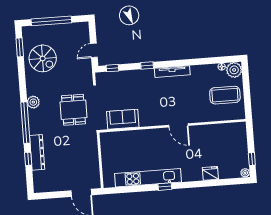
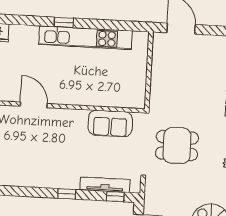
tv unit: (172, 72) -> (105, 185), moved
dining table: (73, 110) -> (177, 146), turned 90

